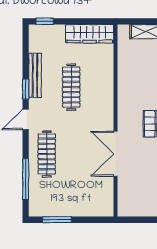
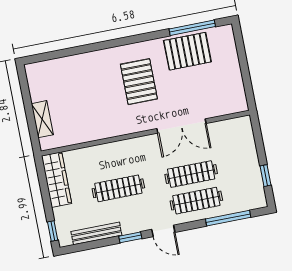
bench: (35, 75) -> (96, 233), moved
clothes rail: (71, 154) -> (191, 174), added
window: (57, 220) -> (265, 176), width x0.67

